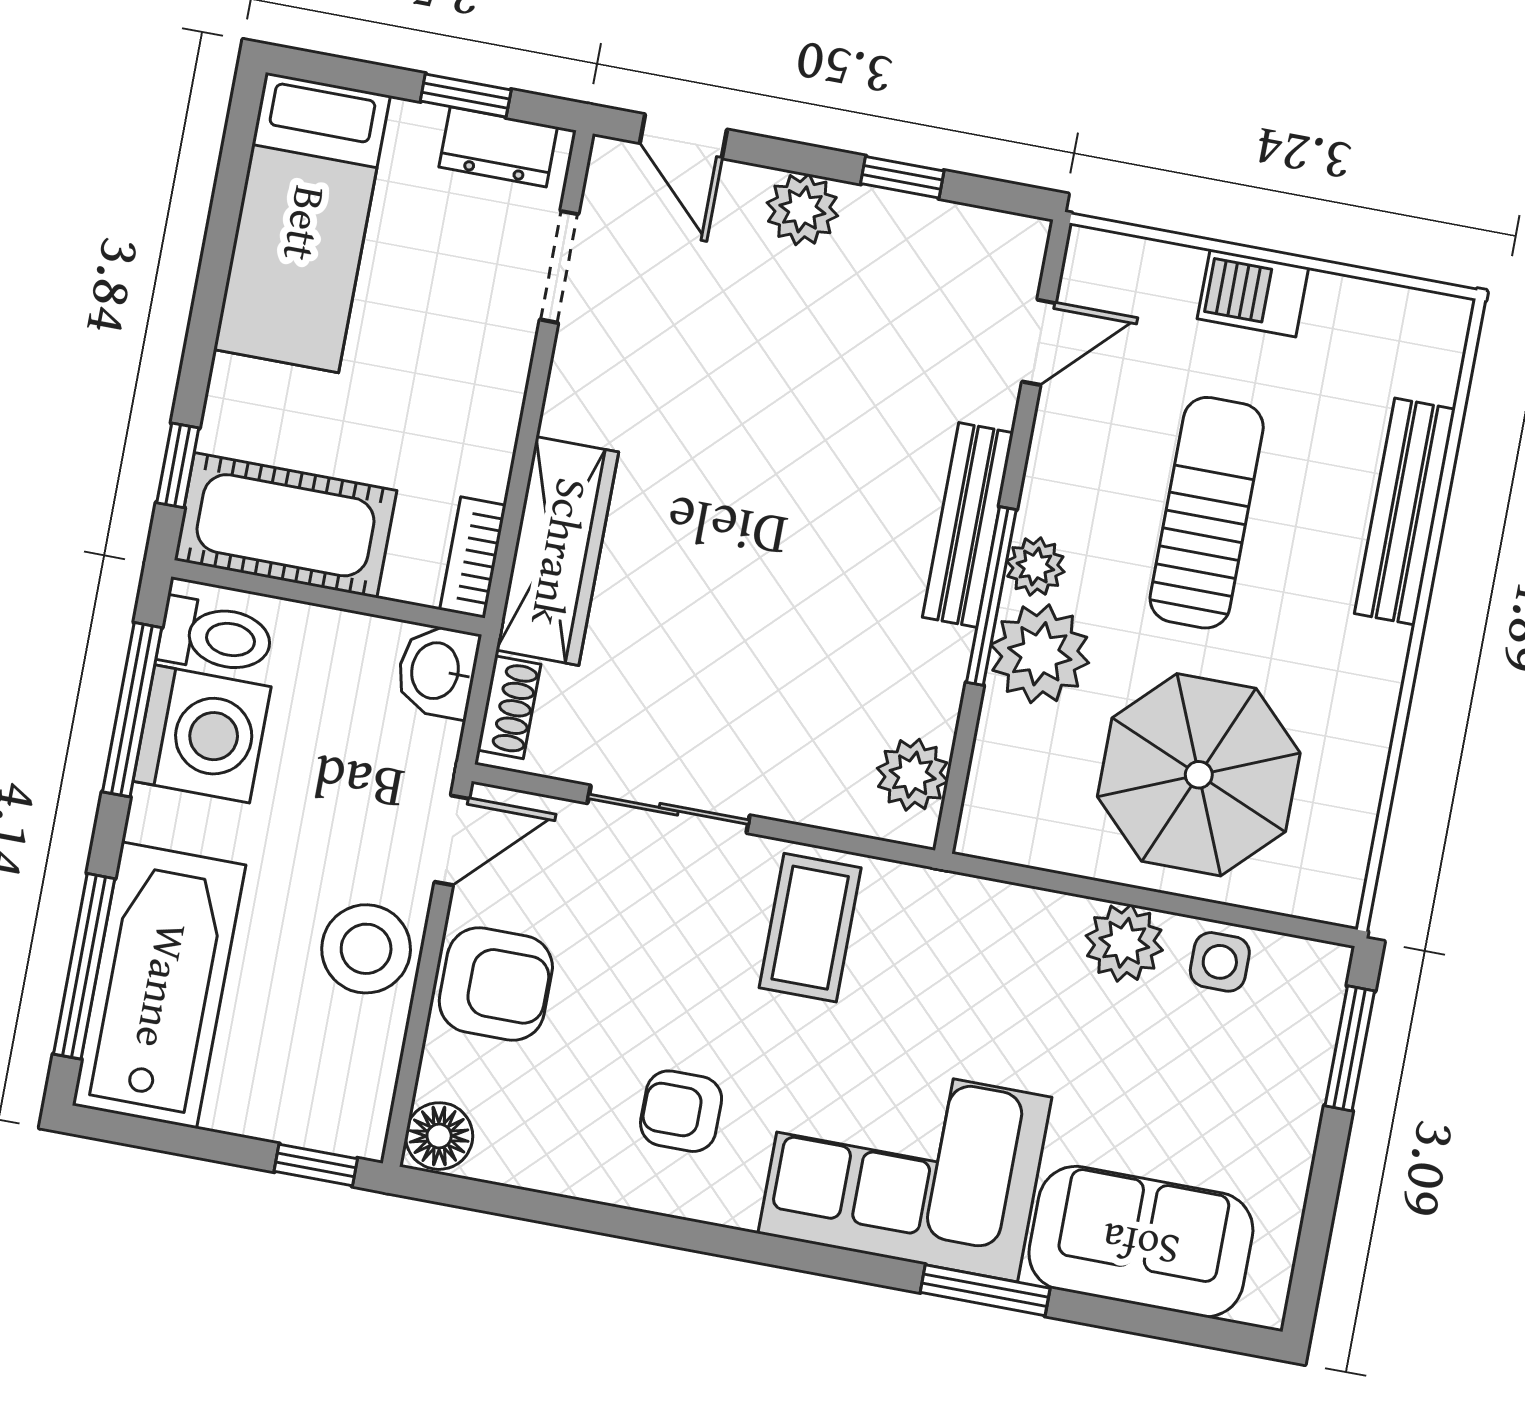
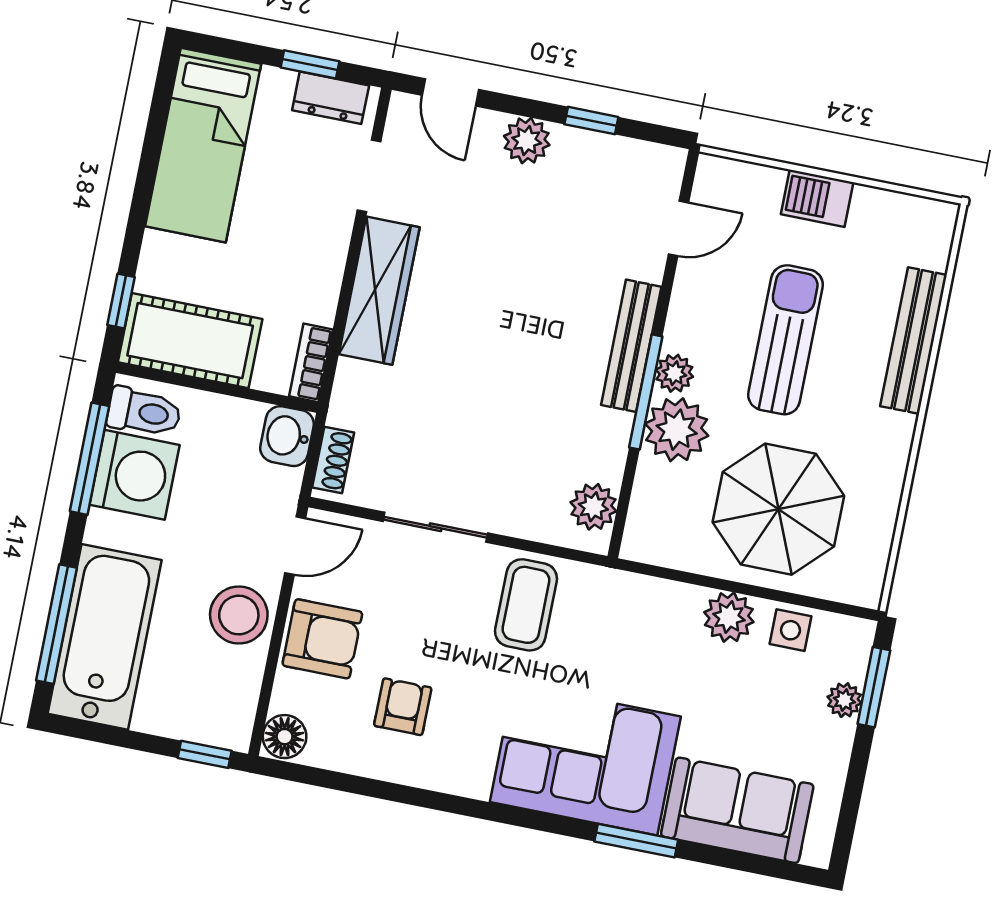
wardrobe: (557, 551) -> (379, 291), moved
plant: (1305, 1069) -> (844, 700), added
armchair: (681, 1111) -> (403, 707), moved, turned 90

